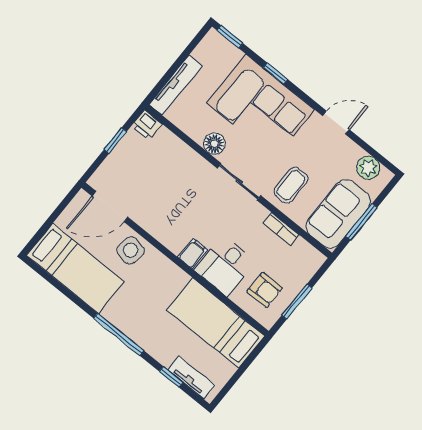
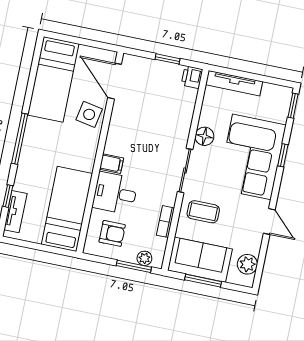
plant: (307, 270) -> (144, 258), added
armchair: (265, 290) -> (112, 233), turned -90
window: (297, 302) -> (134, 266), moved

